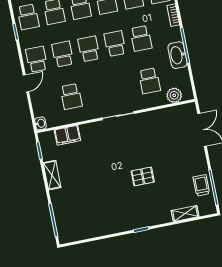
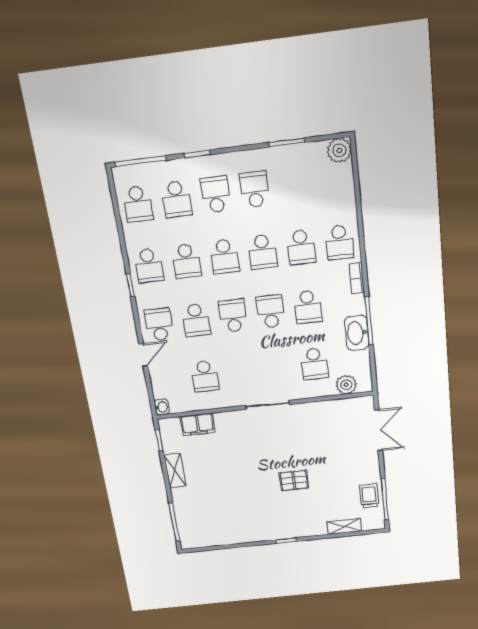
school desk: (63, 54) -> (196, 320), turned 180

